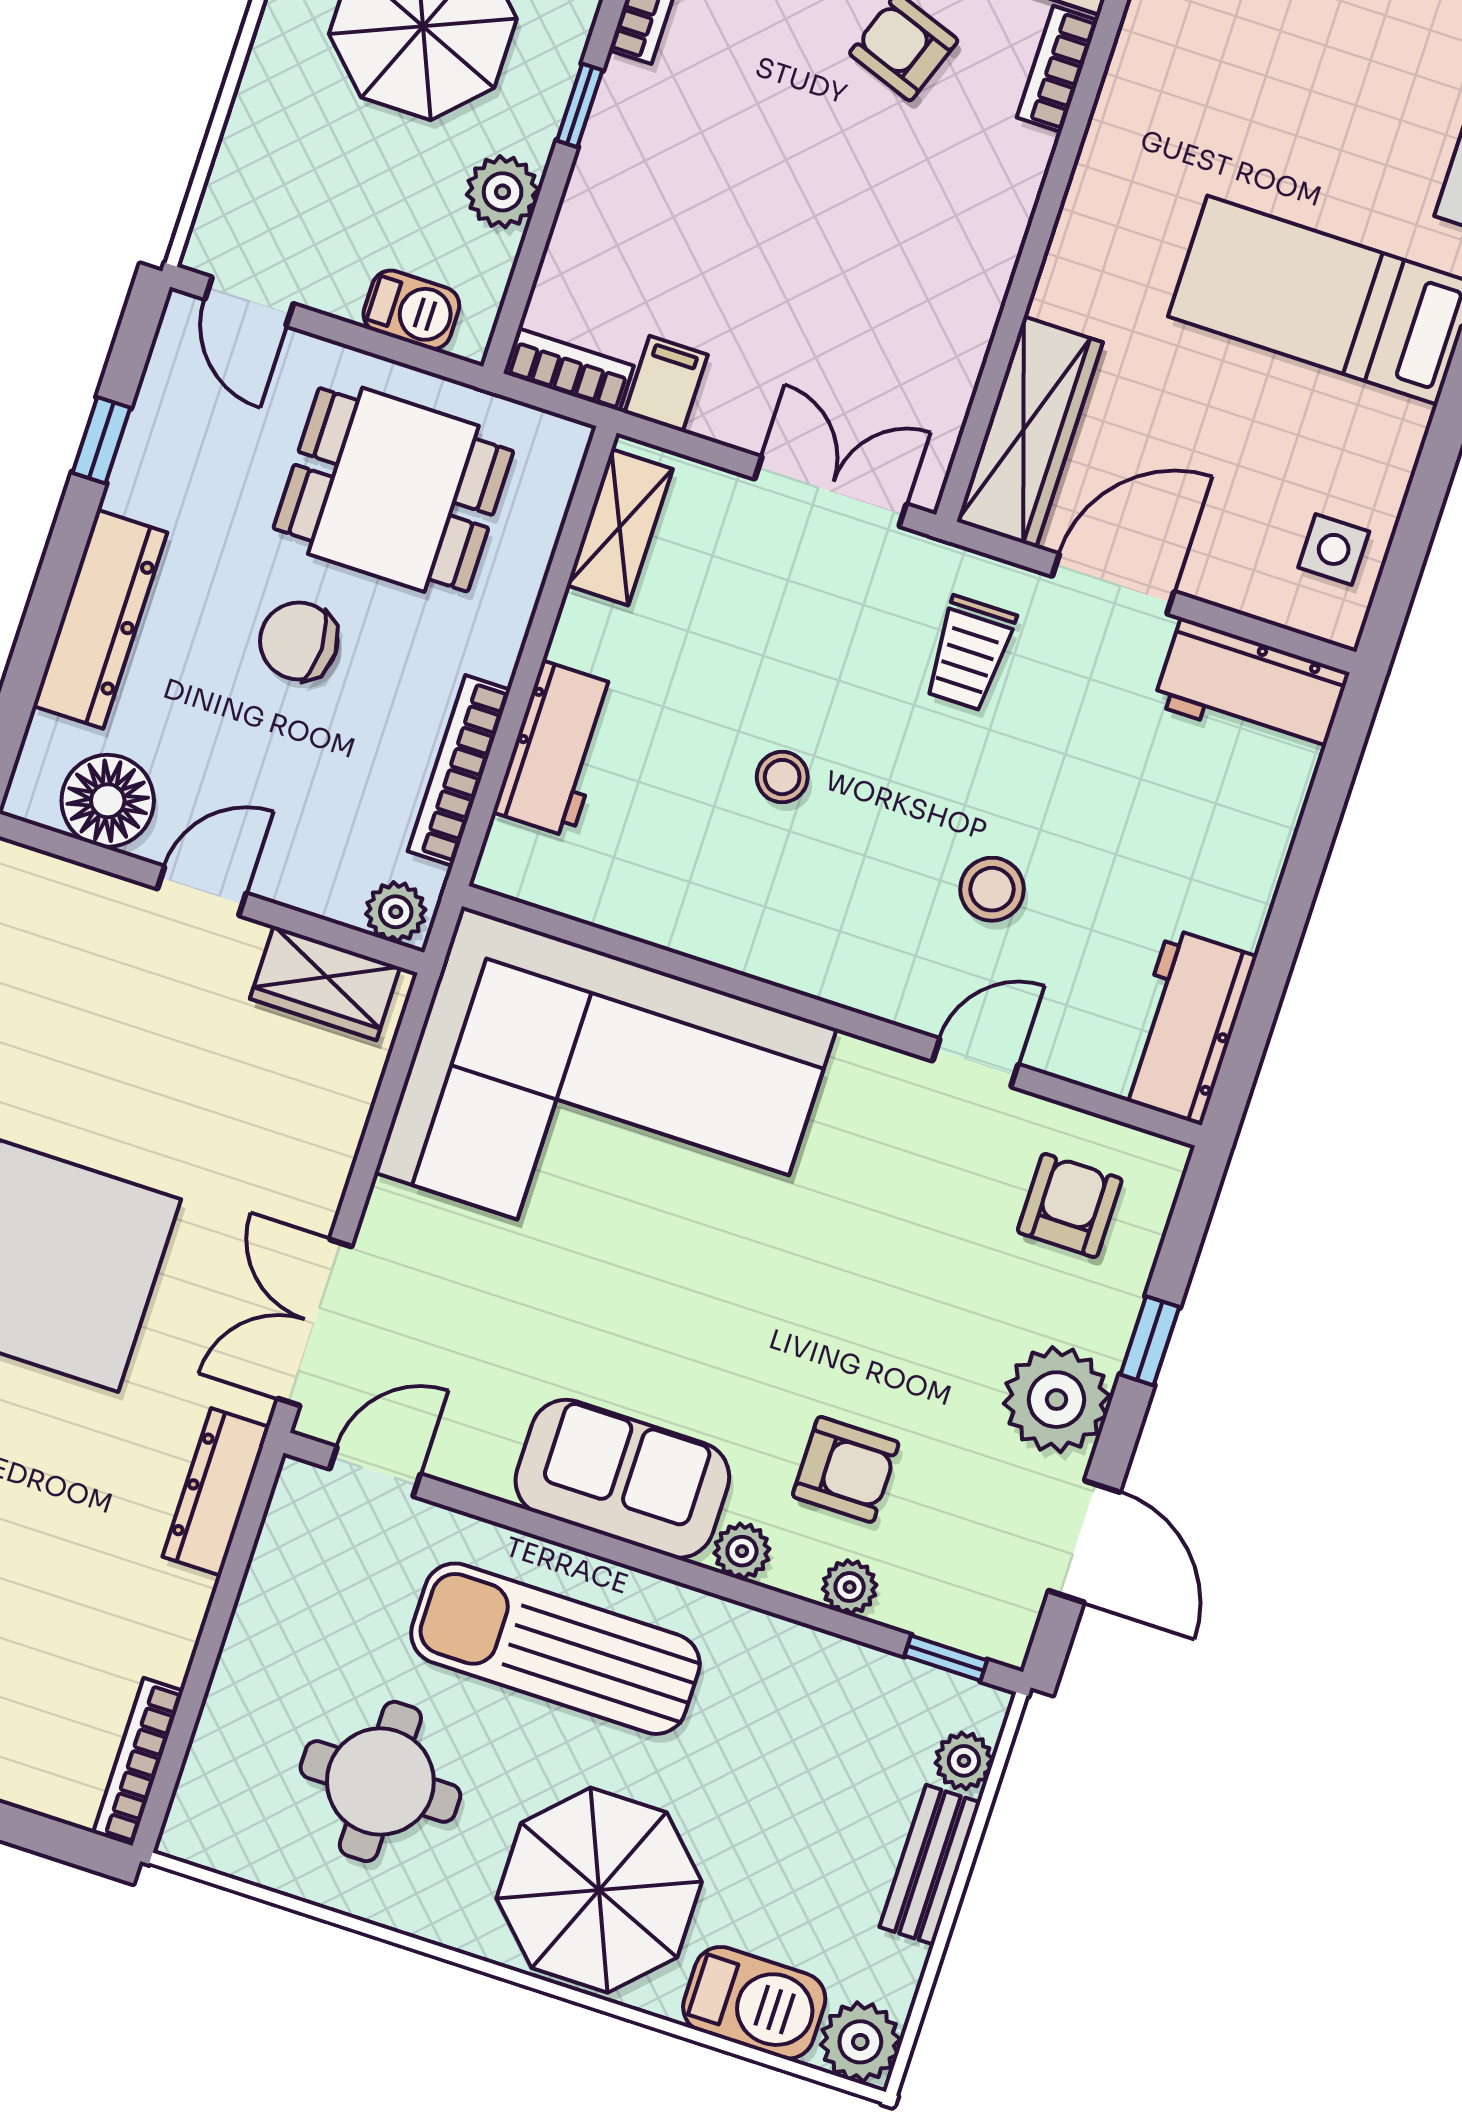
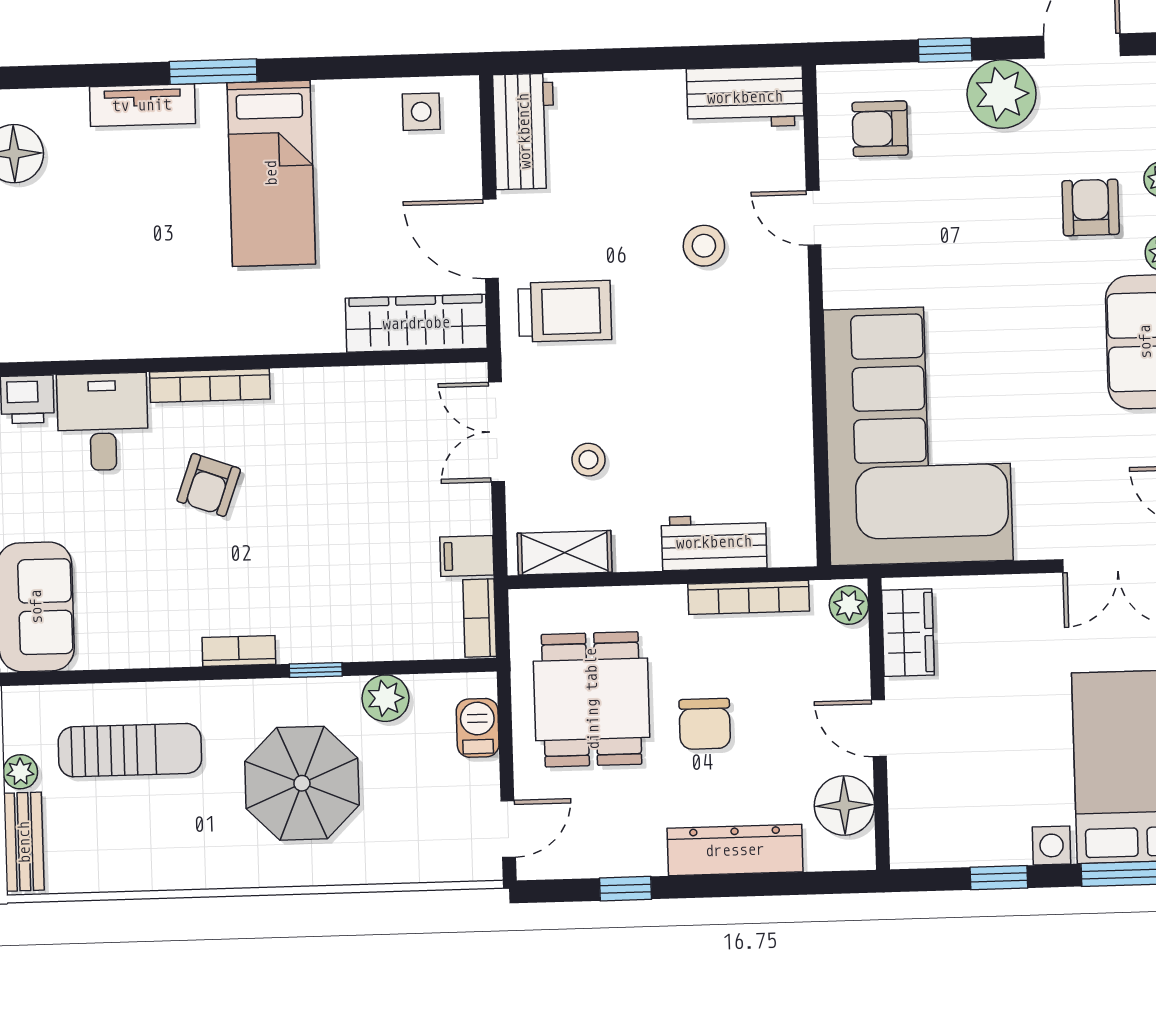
bookcase: (1057, 69) -> (210, 385), width x1.56
trolley: (970, 653) -> (565, 311), width x1.36, depth x1.39
stool: (782, 777) -> (588, 460), moved

